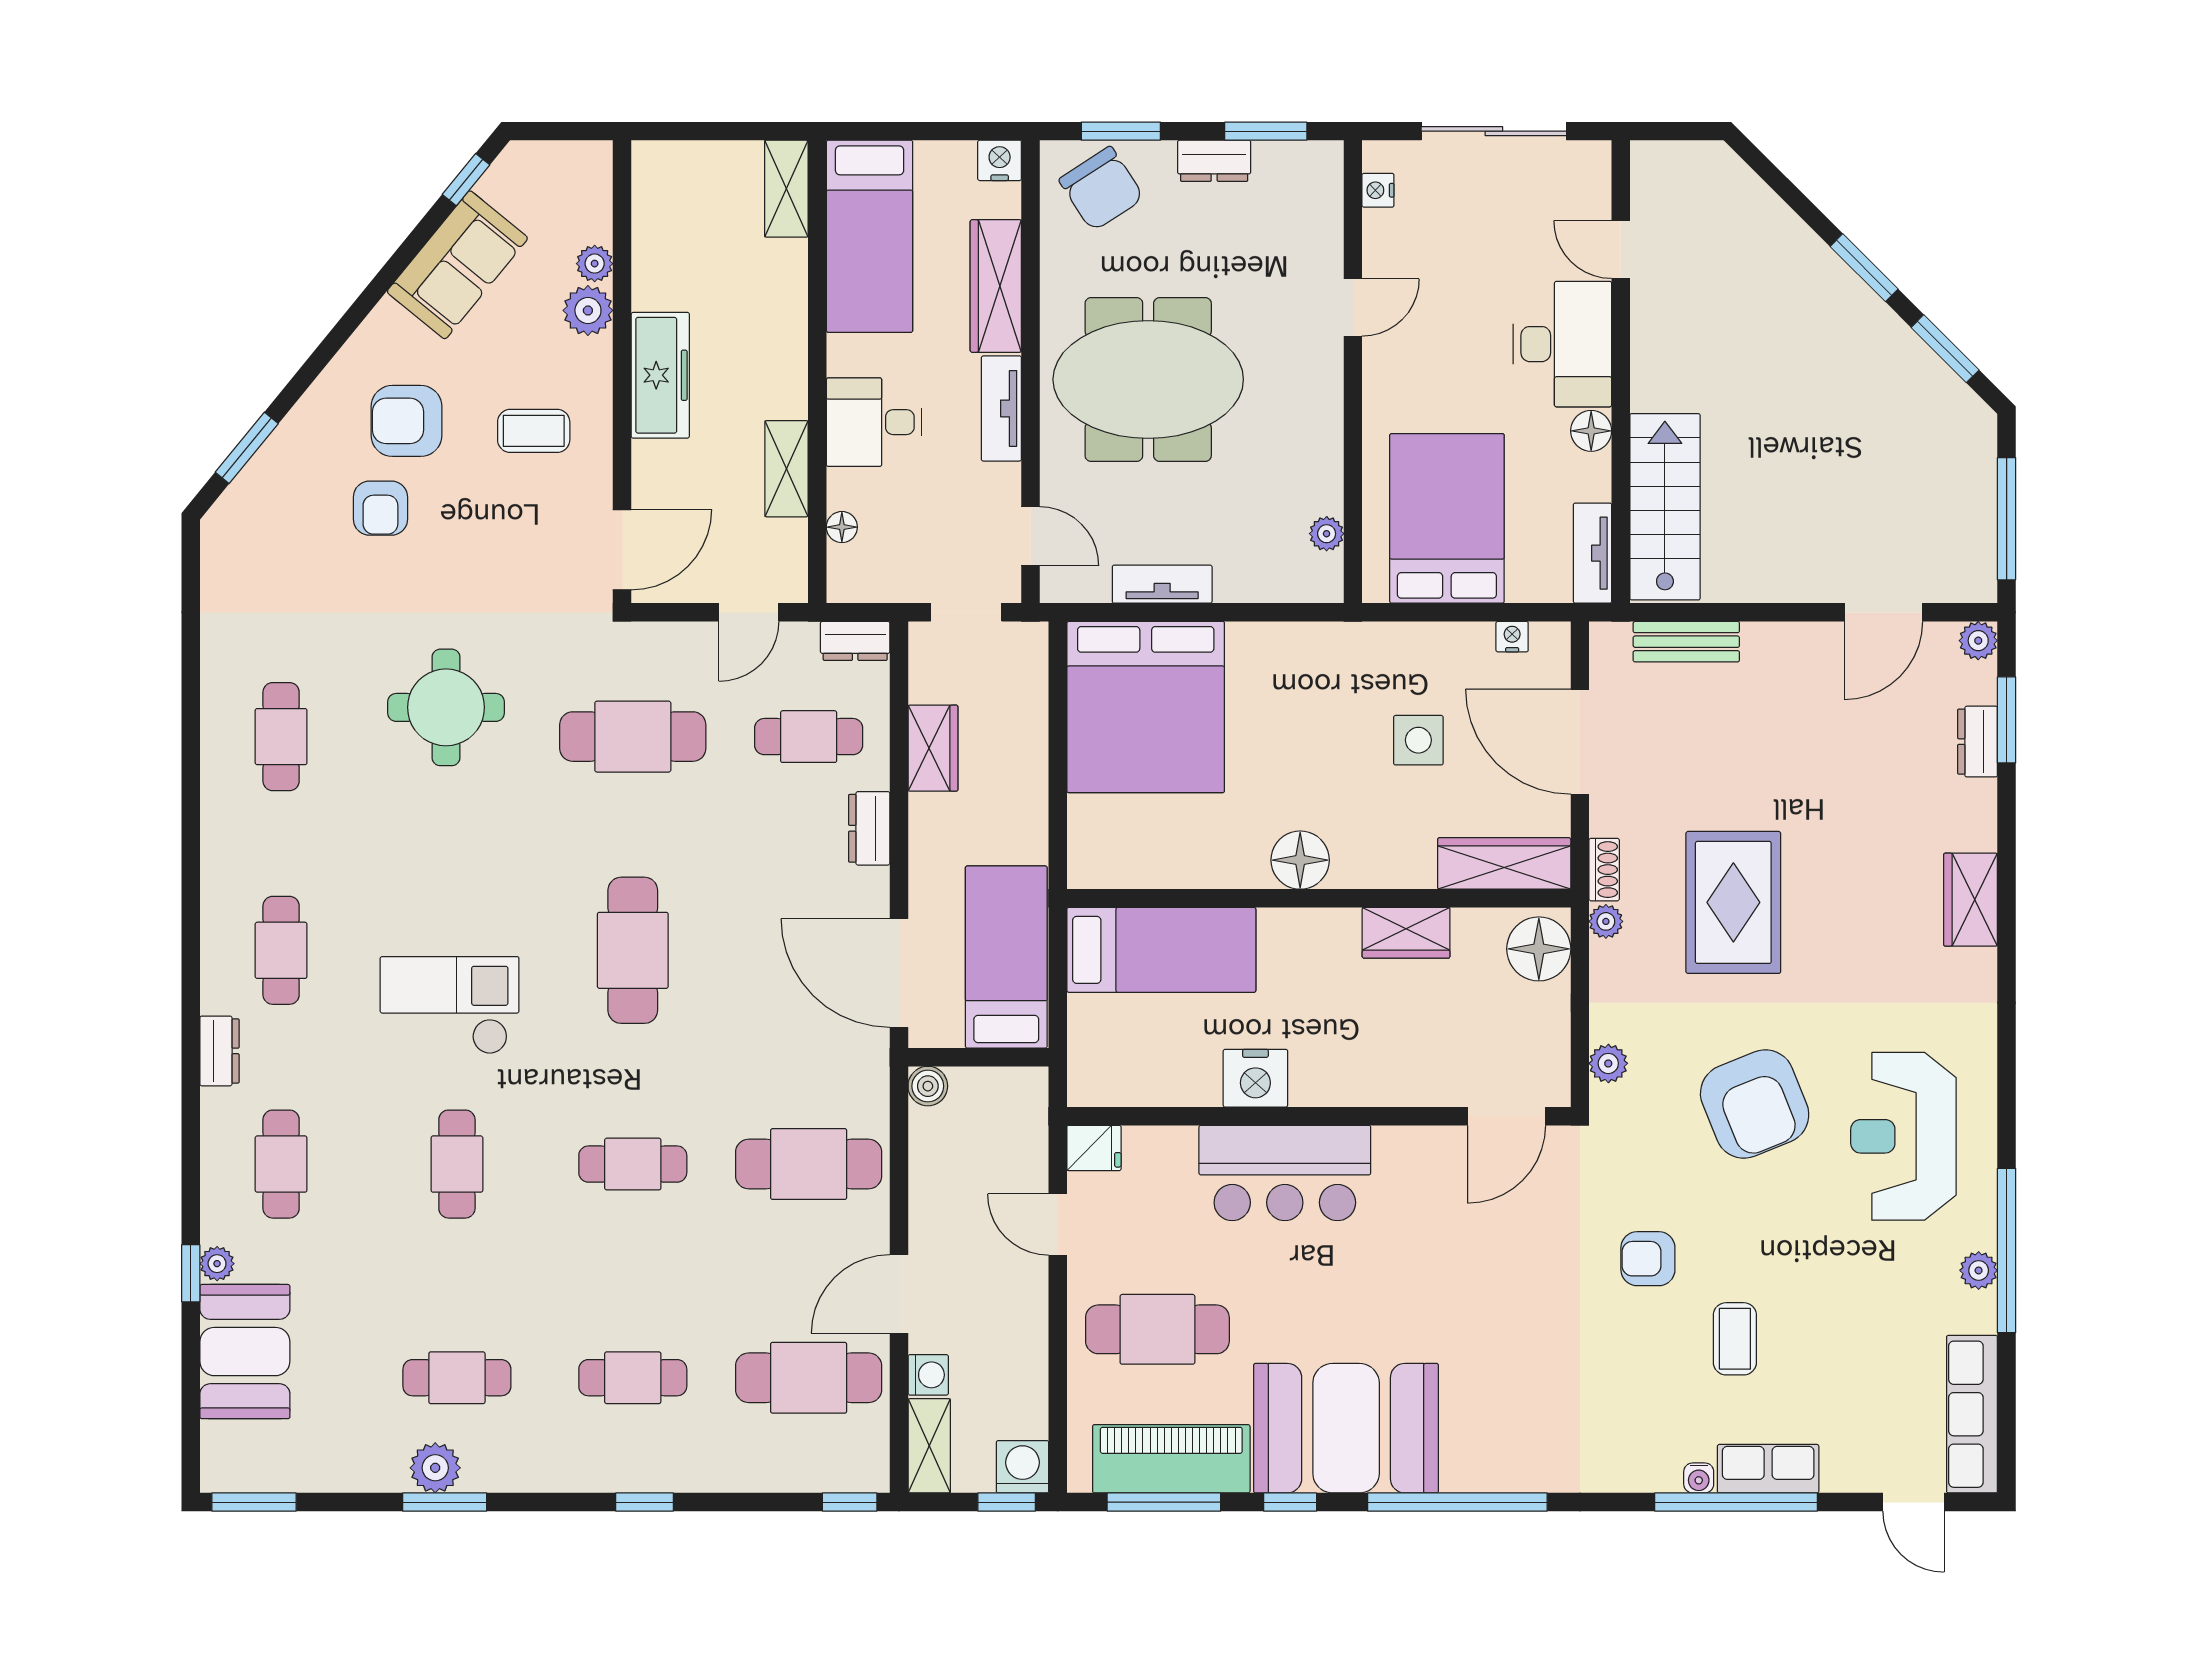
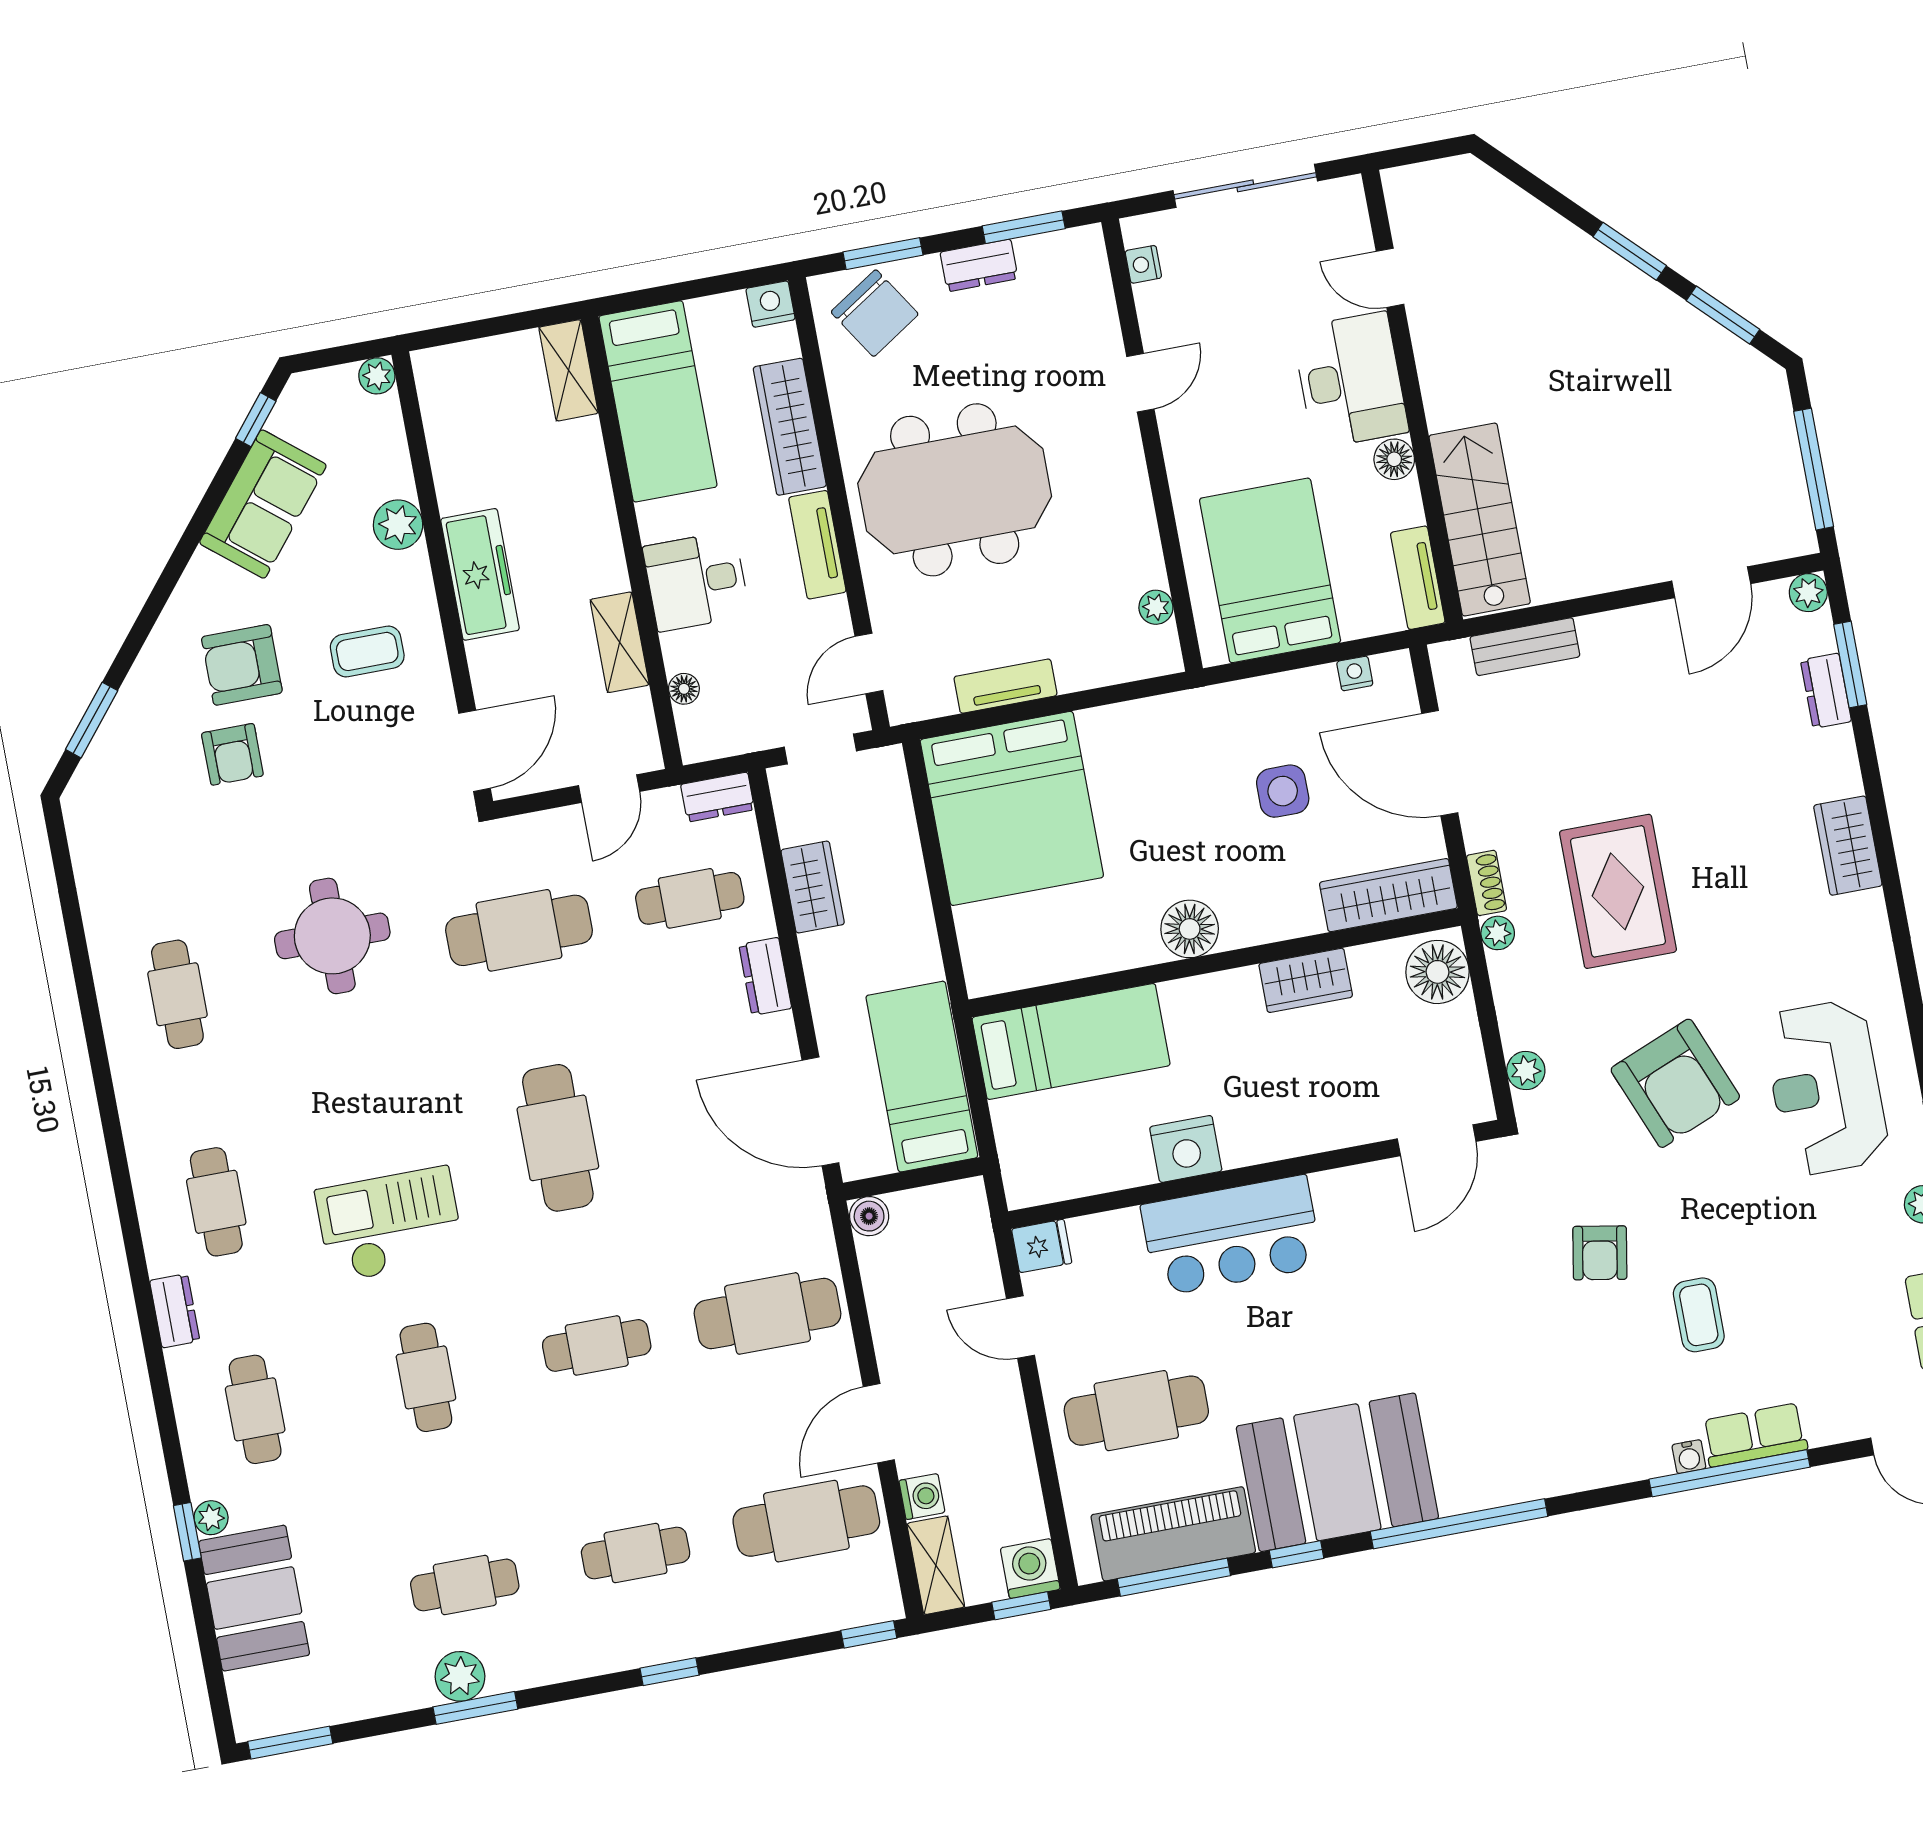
plant: (595, 264) -> (377, 376), moved
door: (1031, 536) -> (869, 663), swing flipped
armchair: (1648, 1259) -> (1600, 1253), turned -80

